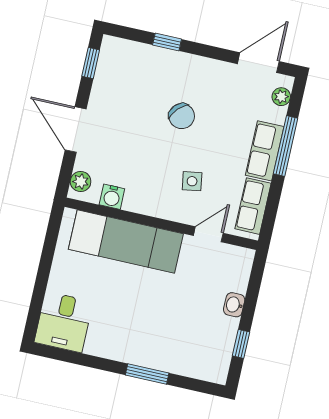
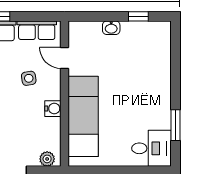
water cooler: (112, 197) -> (53, 109), moved
window: (147, 374) -> (175, 125), moved

